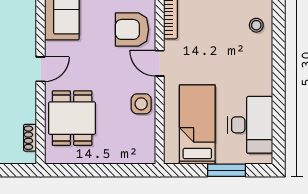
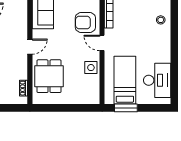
window: (226, 170) -> (126, 108), moved

